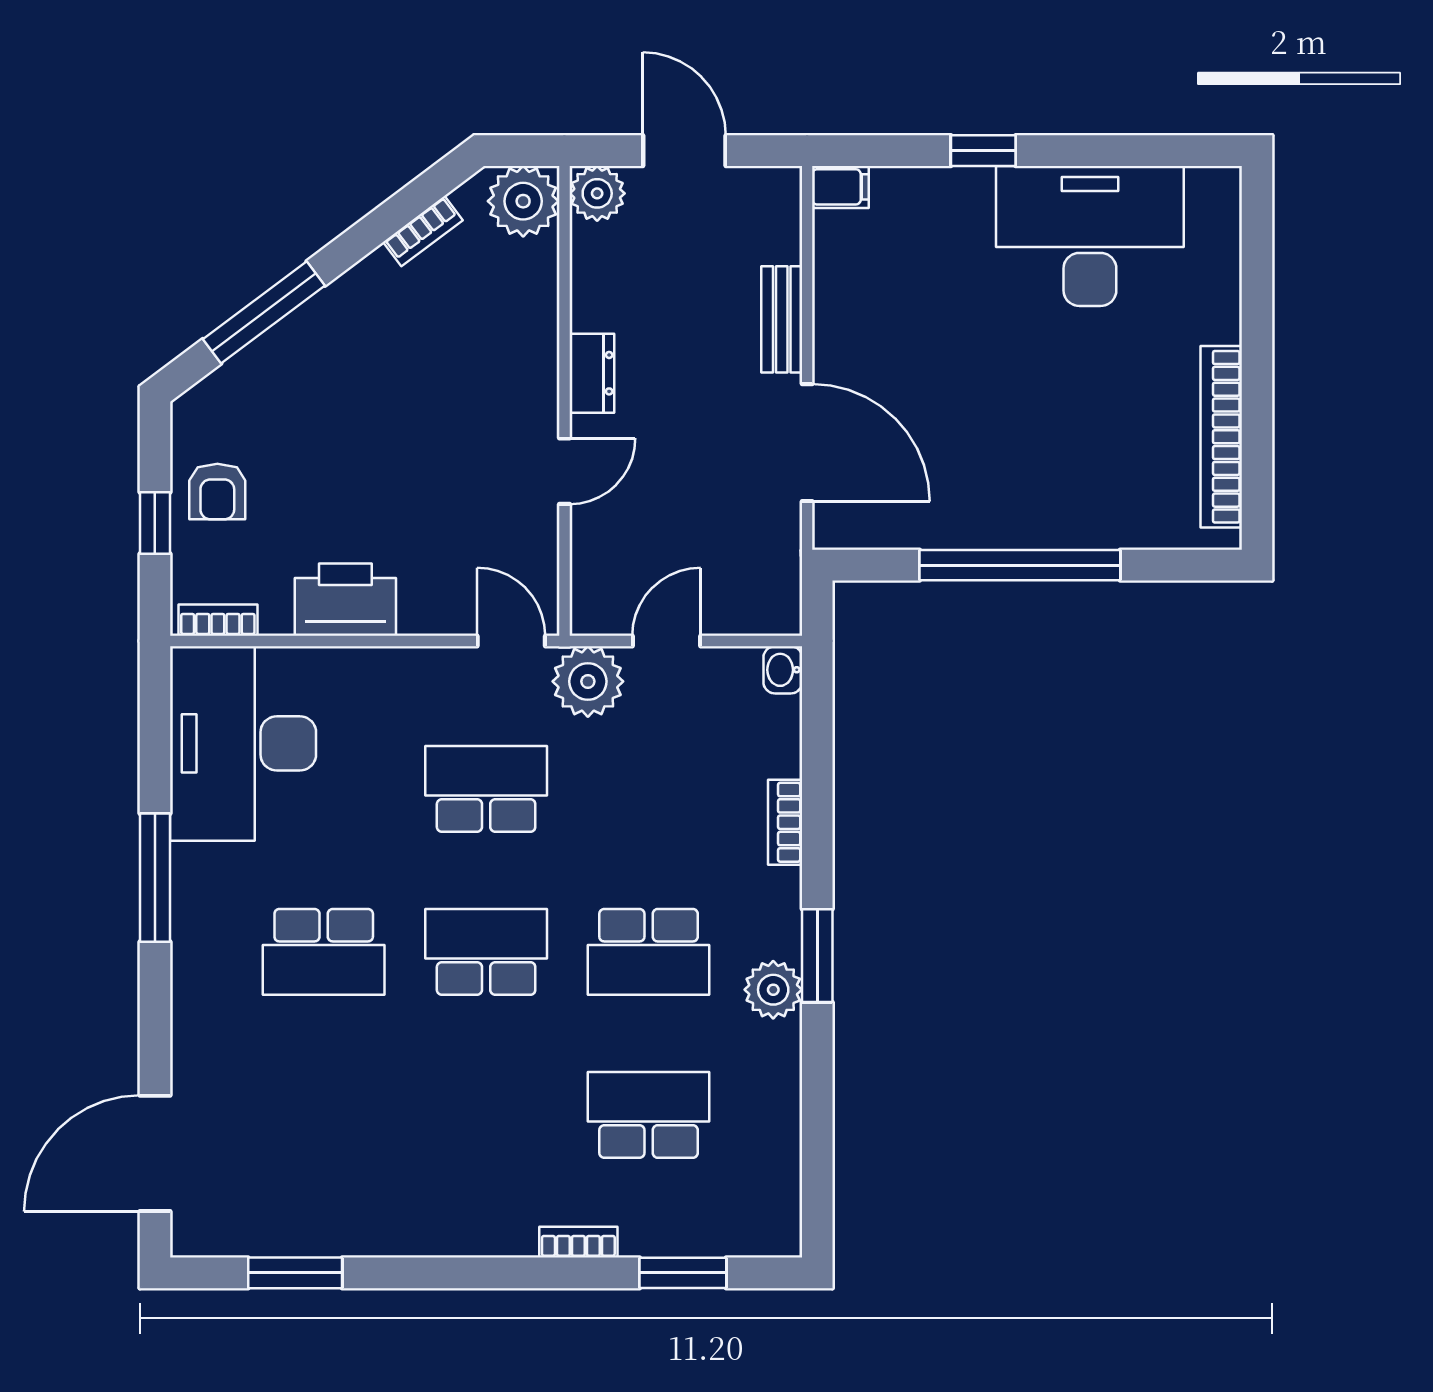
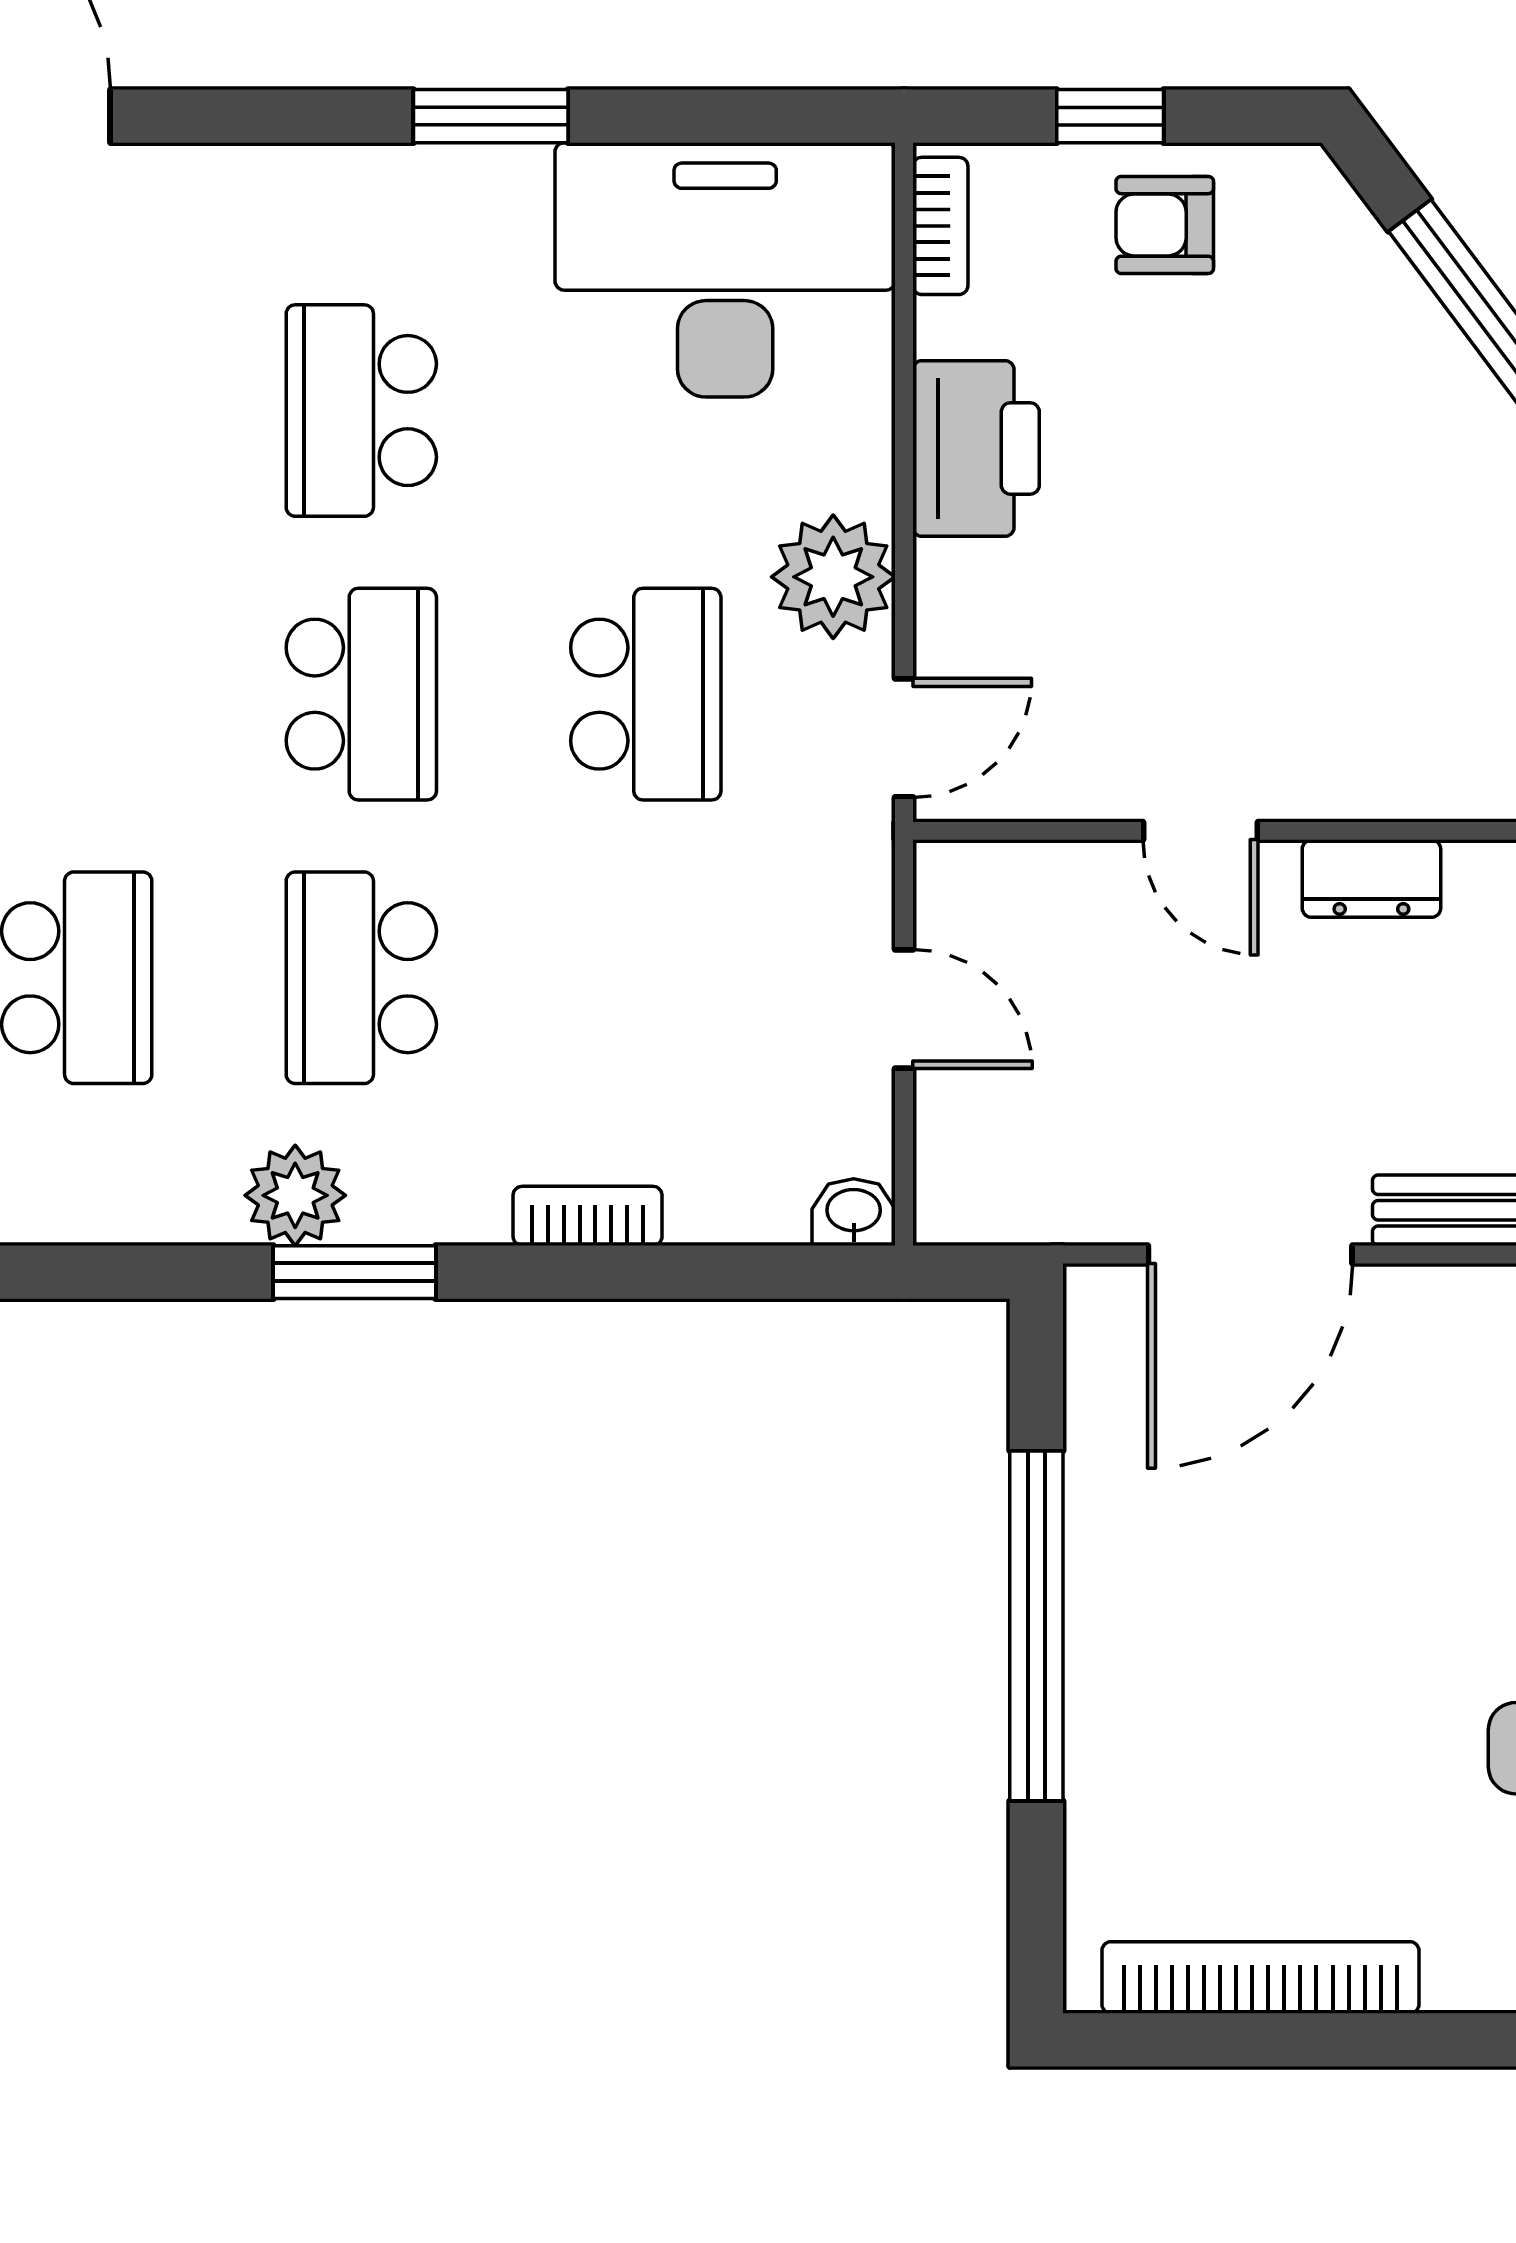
plant: (588, 681) -> (833, 577), moved
window: (155, 878) -> (491, 116), width x0.69

